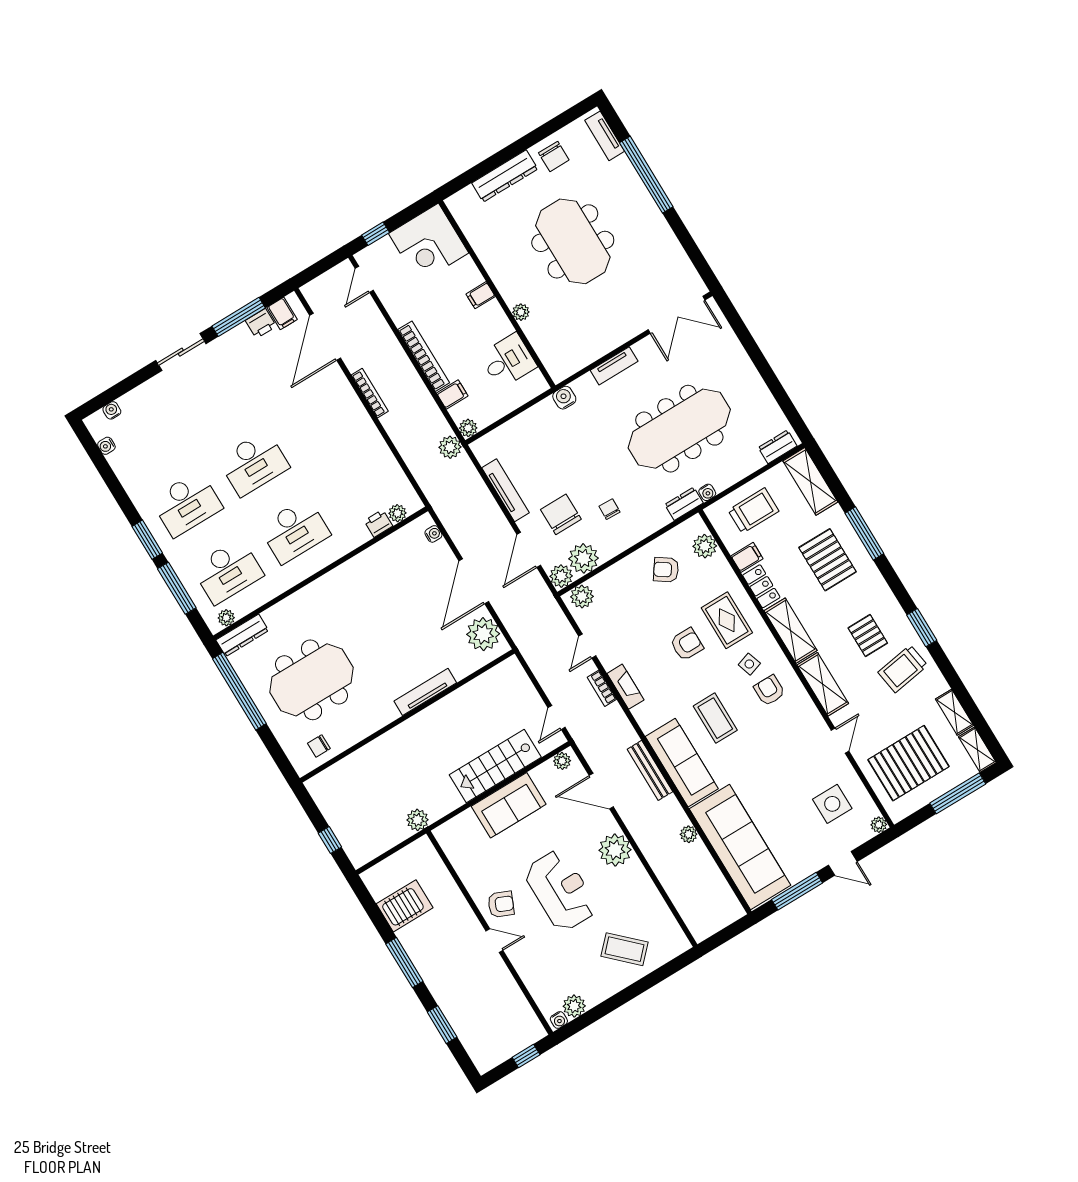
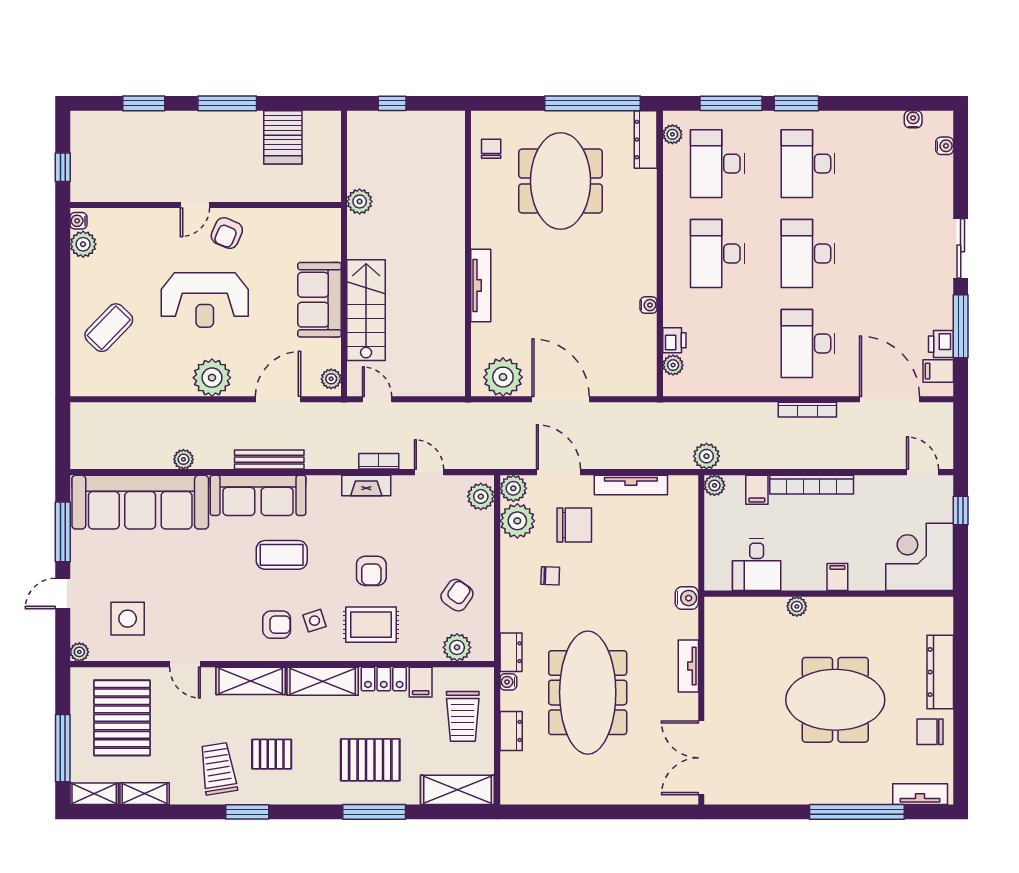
desk: (320, 423) -> (808, 343), added
dresser: (778, 447) -> (511, 731), moved
water cooler: (433, 534) -> (649, 305), moved, turned -90

